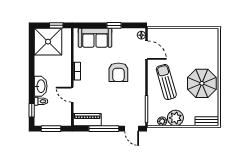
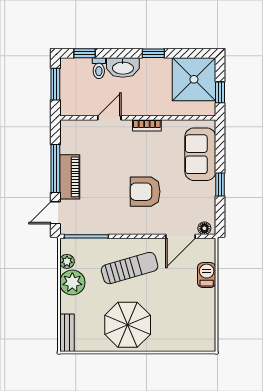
barbecue: (171, 34) -> (207, 275), added
window: (32, 67) -> (153, 53), added
piano: (87, 120) -> (70, 177), moved

